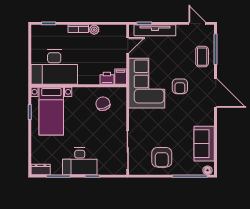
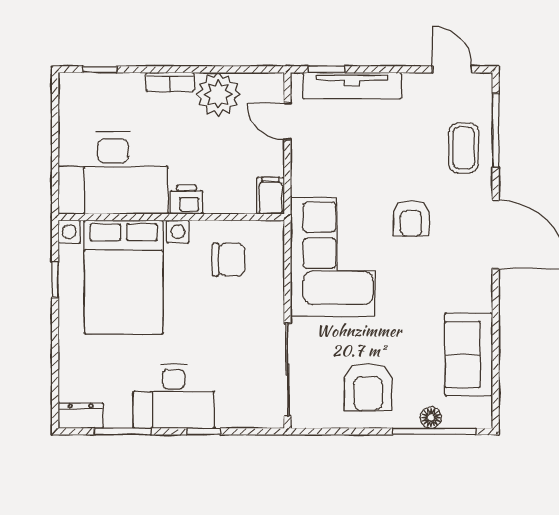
plant: (94, 30) -> (218, 94), width x1.87, depth x1.87
door: (128, 45) -> (287, 121), swing flipped
printer: (107, 78) -> (186, 200), moved
corner sofa: (147, 83) -> (333, 257), moved
chair: (103, 104) -> (229, 260), turned 108
bed with nightstands: (51, 111) -> (123, 277), width x1.36
floor lamp: (207, 170) -> (431, 418), moved

